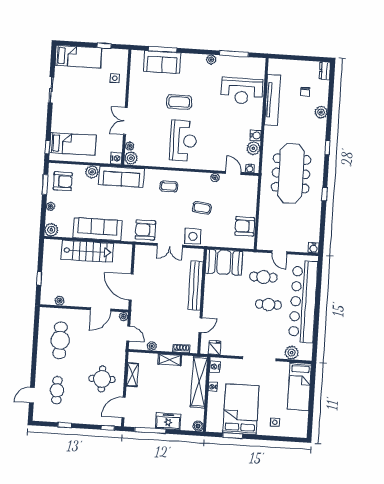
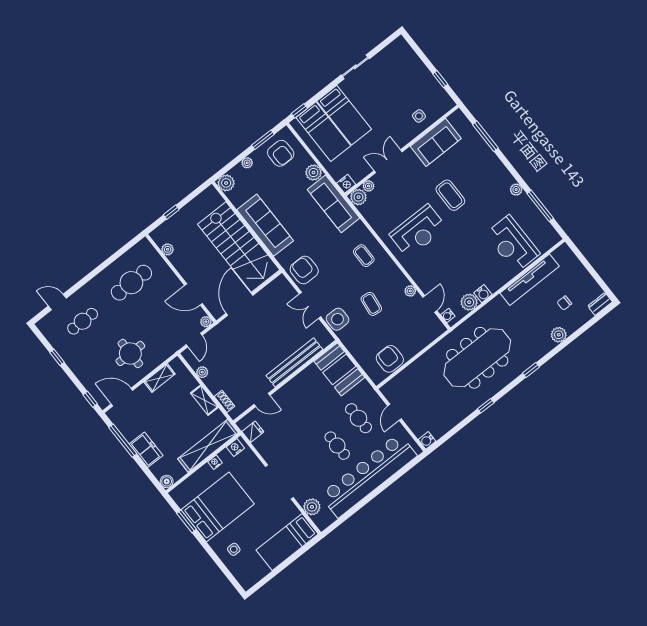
bed: (78, 57) -> (344, 115), moved
sofa: (162, 62) -> (436, 142), moved, turned -90
stairs: (87, 251) -> (239, 247), width x1.36, depth x1.51

